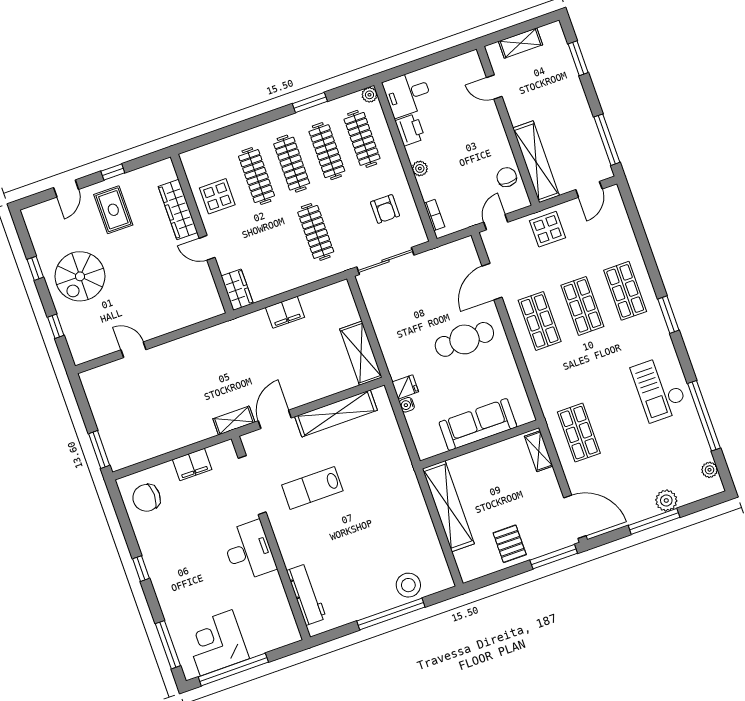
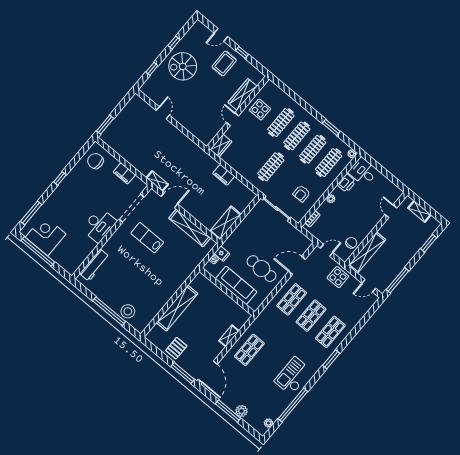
sofa: (478, 424) -> (236, 285), moved
wall: (479, 444) -> (227, 292), moved

